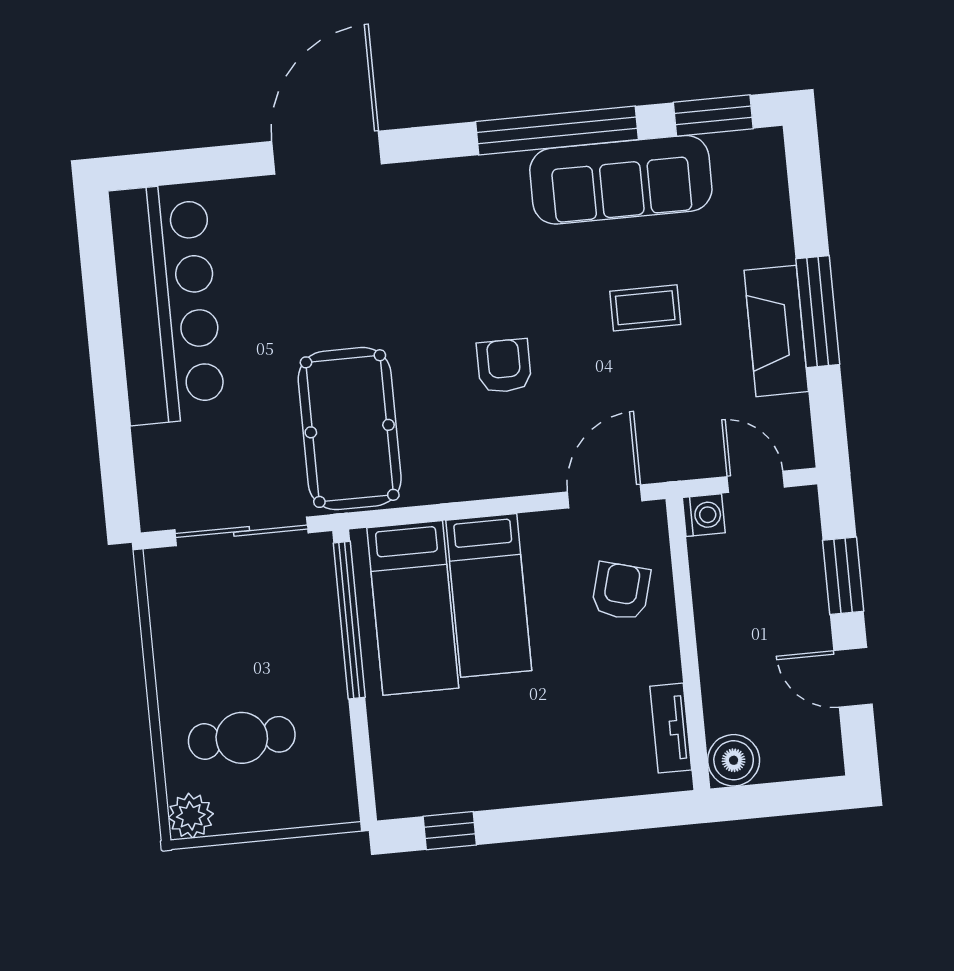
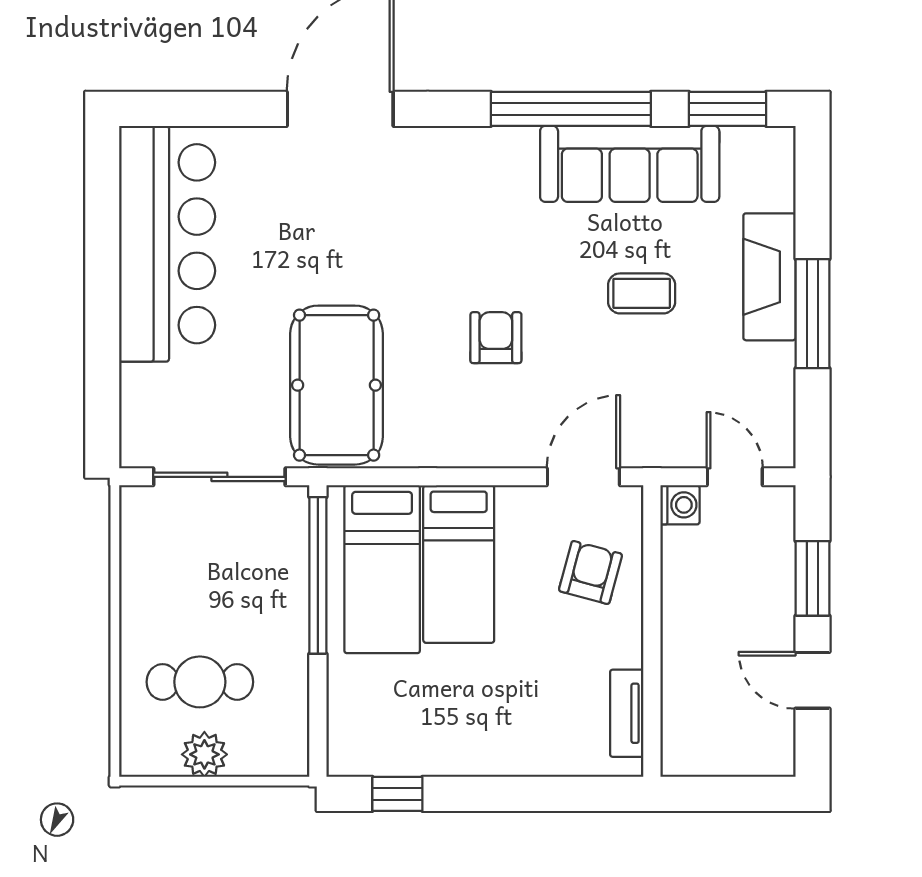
fireplace: (776, 331) -> (769, 277), moved
boiler: (734, 760) -> (686, 751), removed
plant: (191, 816) -> (204, 754), moved

